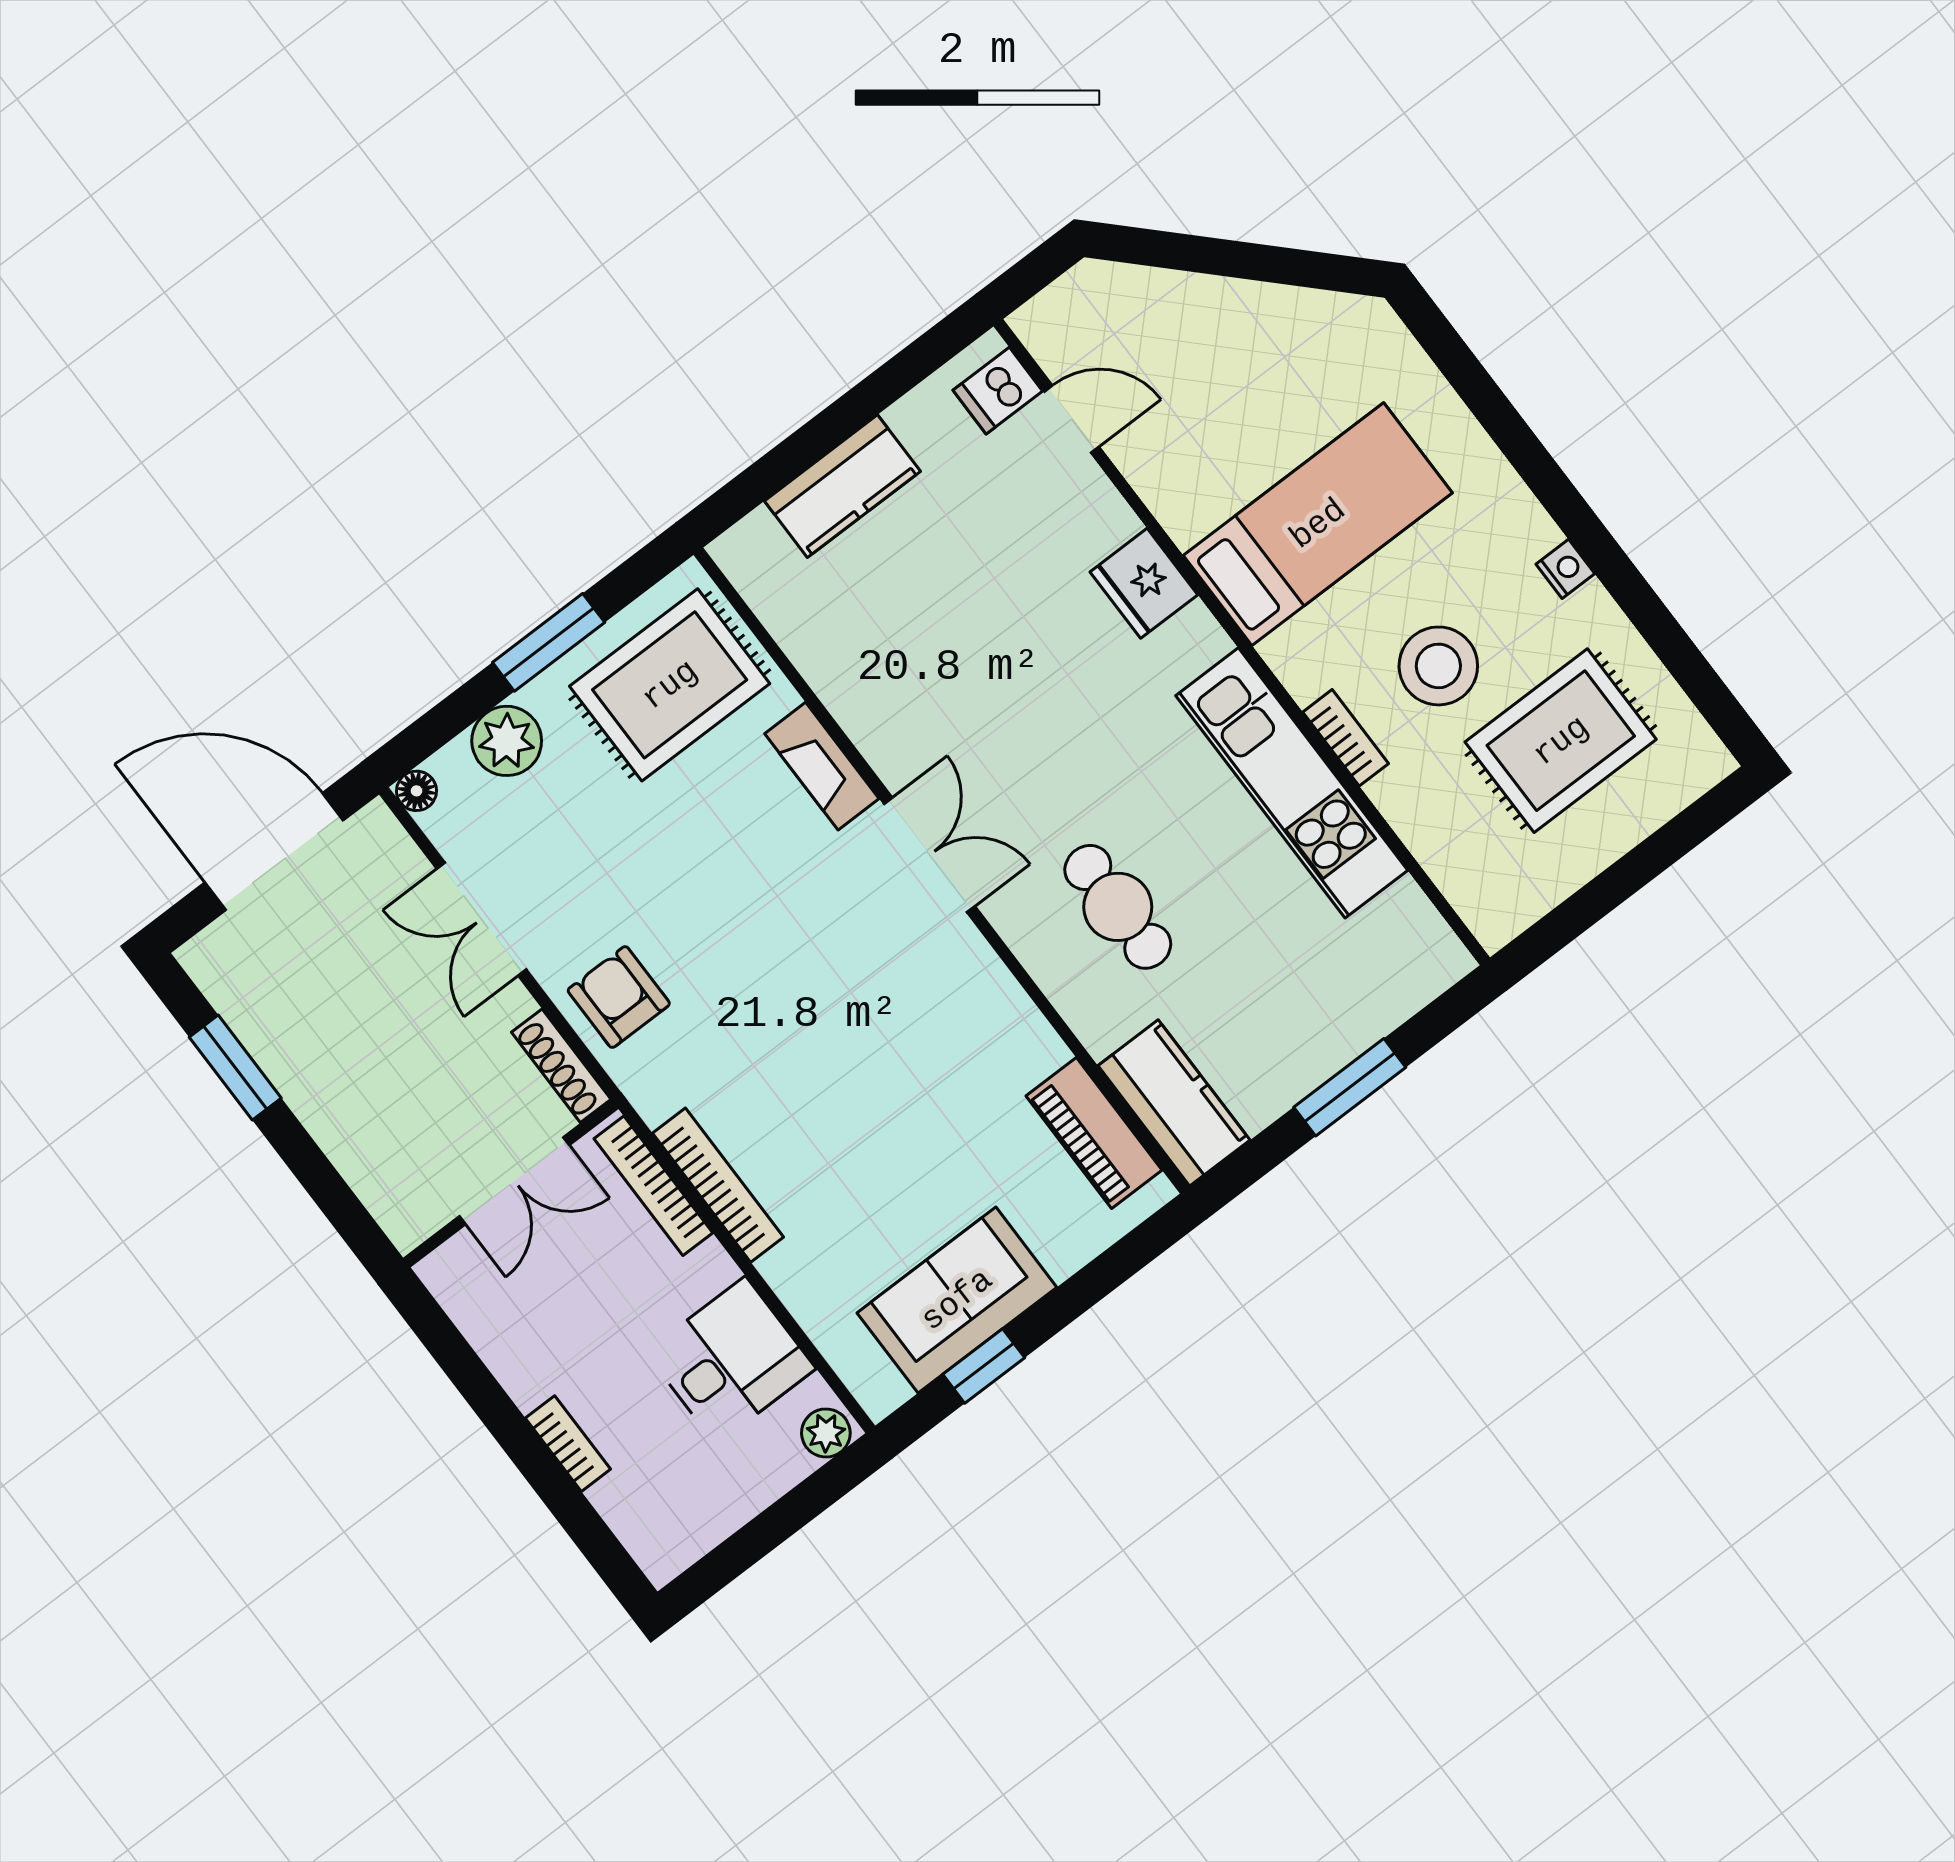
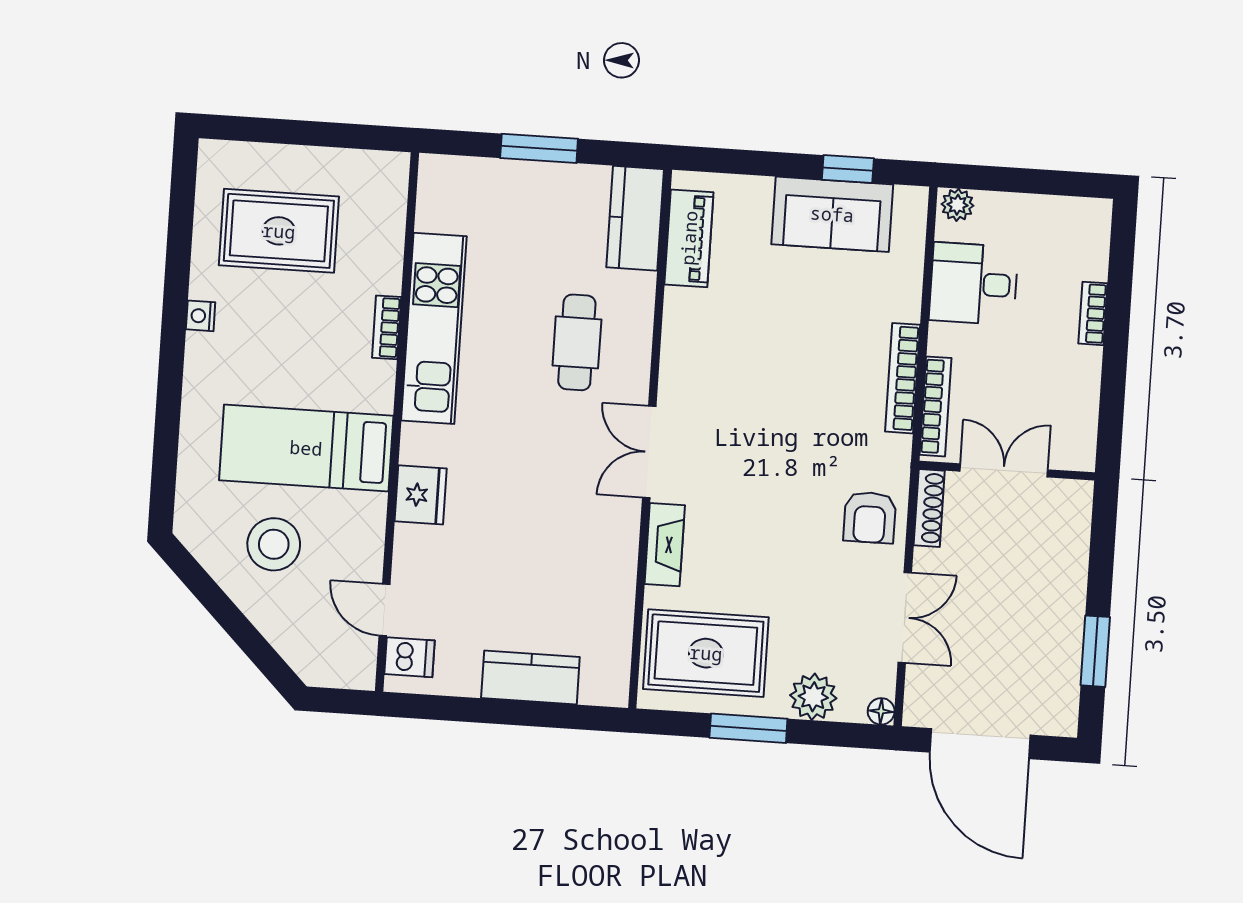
stool: (1438, 666) -> (274, 544), moved

